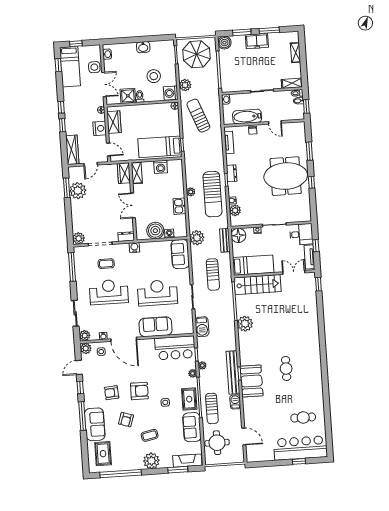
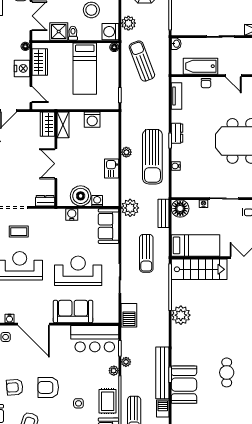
bed: (160, 147) -> (85, 69), moved, turned -90
plant: (235, 210) -> (178, 178), removed
water cooler: (134, 247) -> (72, 214), moved
armchair: (139, 391) -> (48, 387), turned 180

